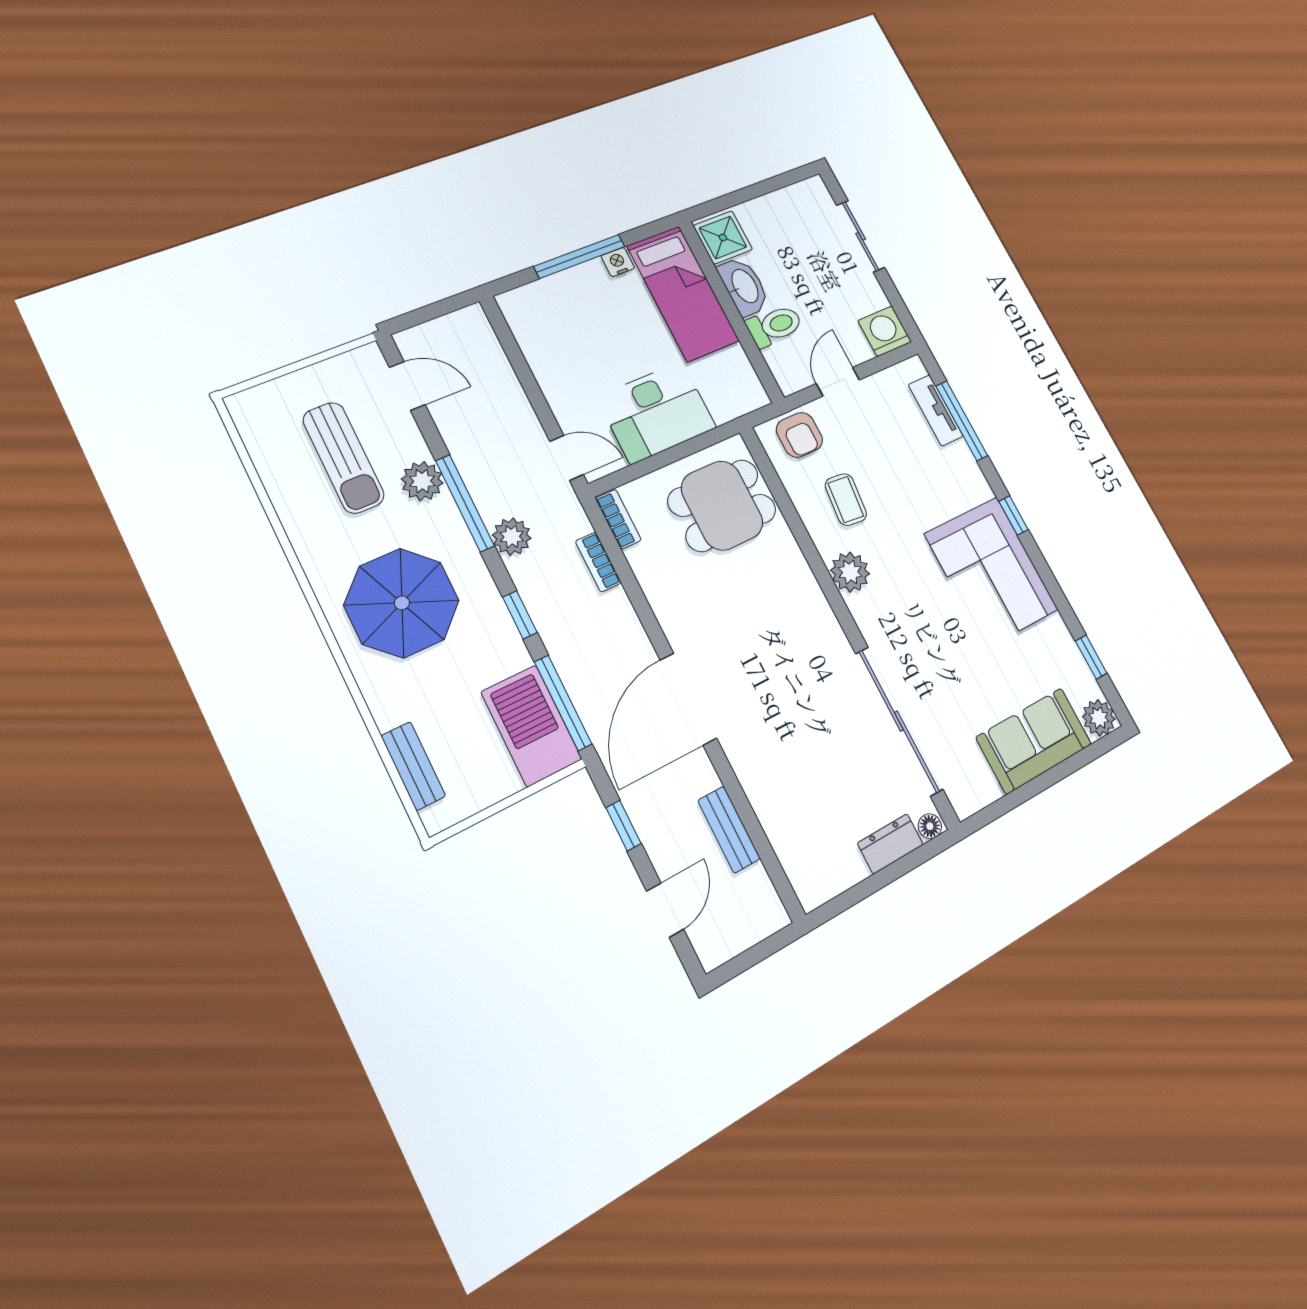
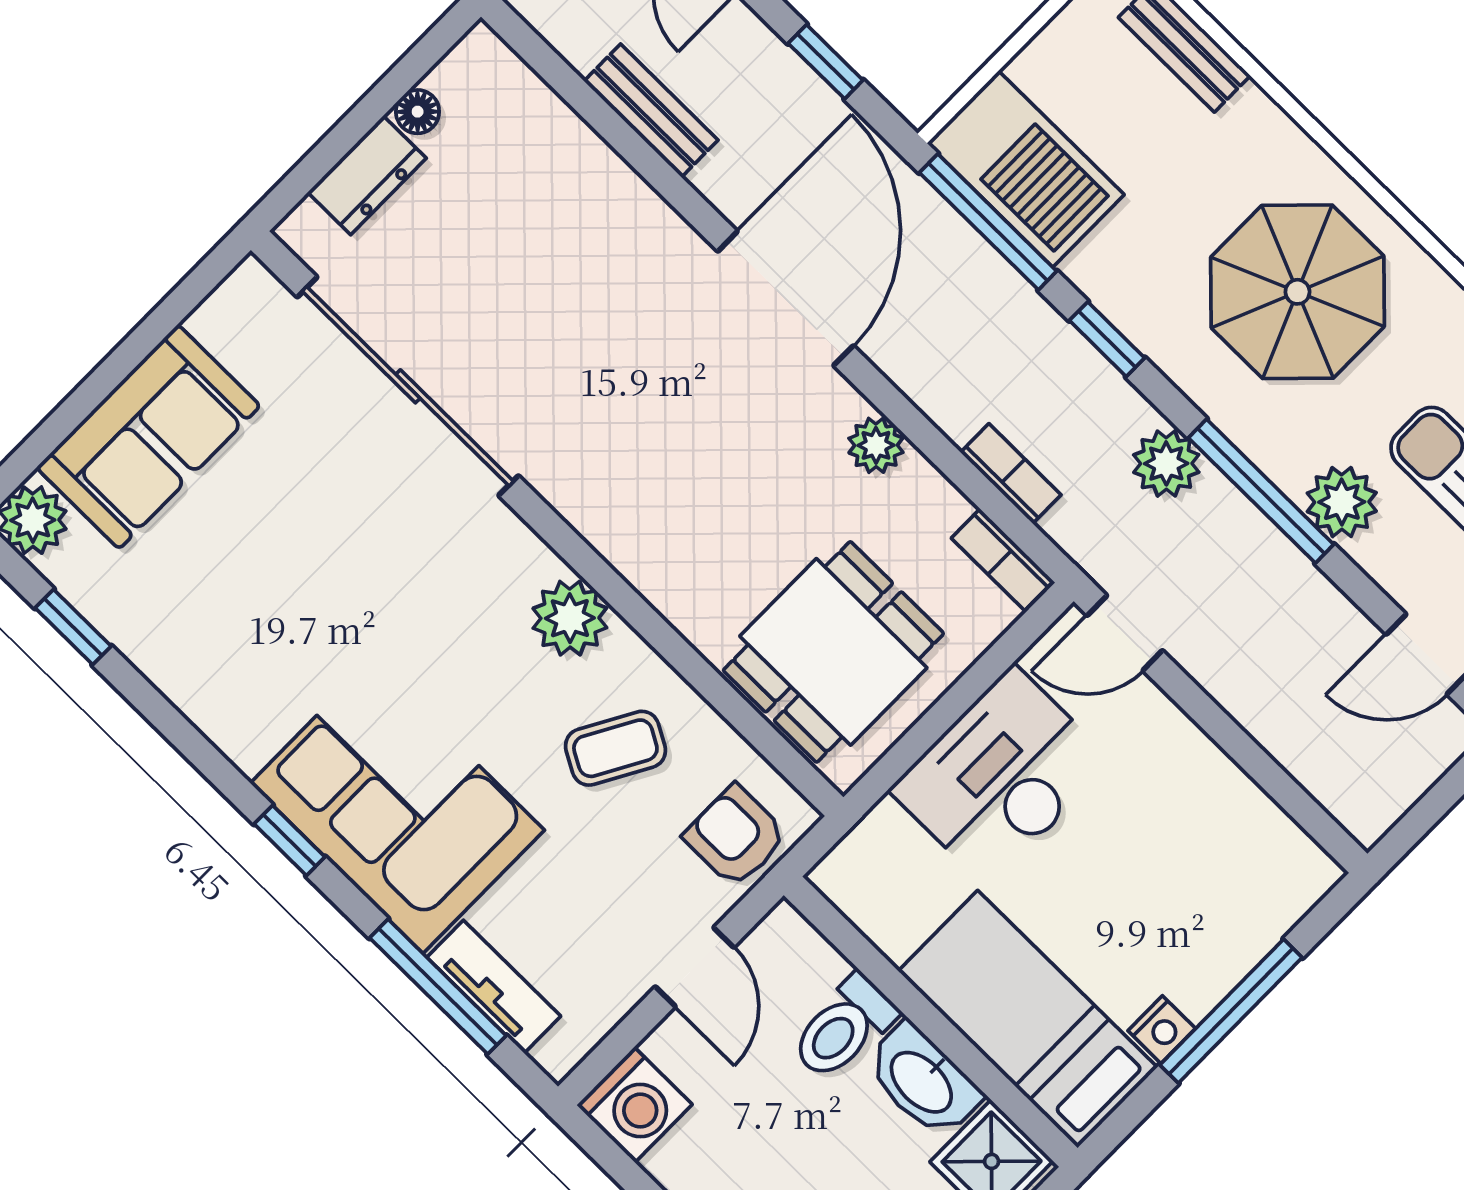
coffee table: (846, 500) -> (615, 748), turned -67
corner sofa: (991, 572) -> (397, 807), moved
plant: (665, 603) -> (876, 445), added
floor lamp: (930, 826) -> (418, 112), moved

